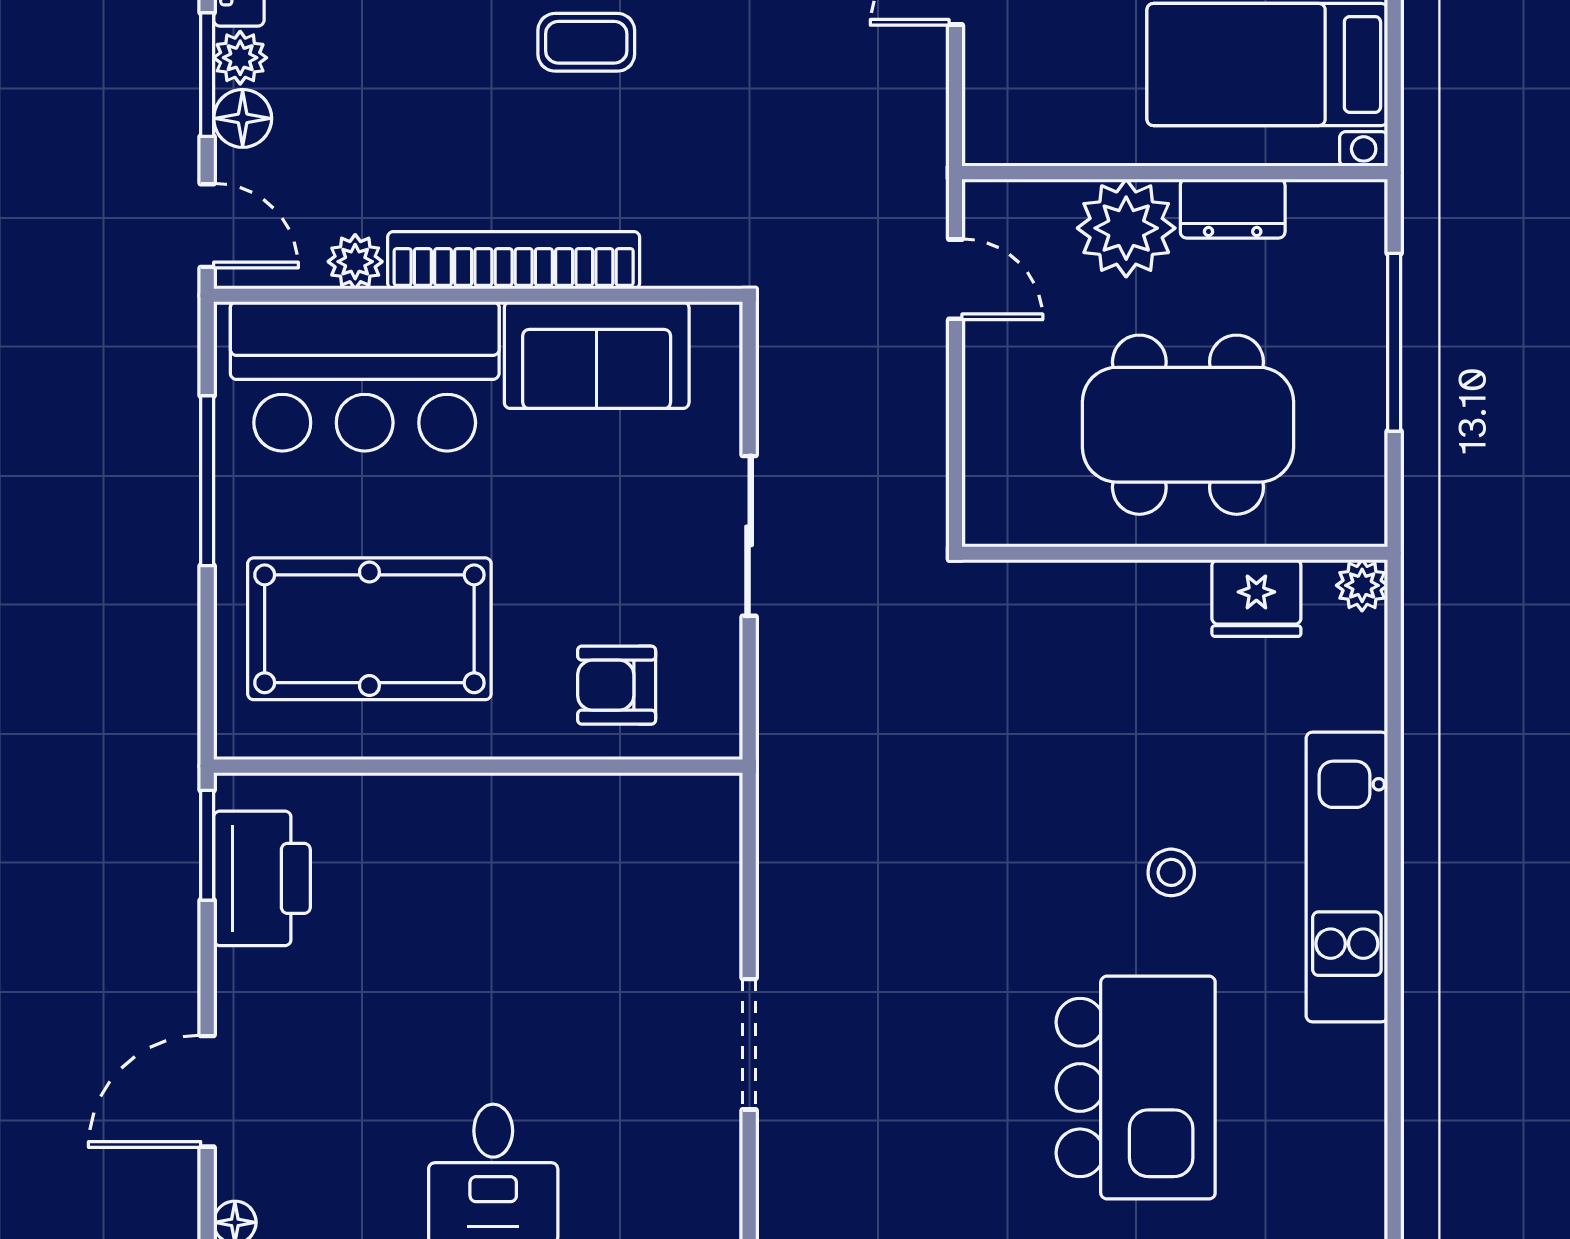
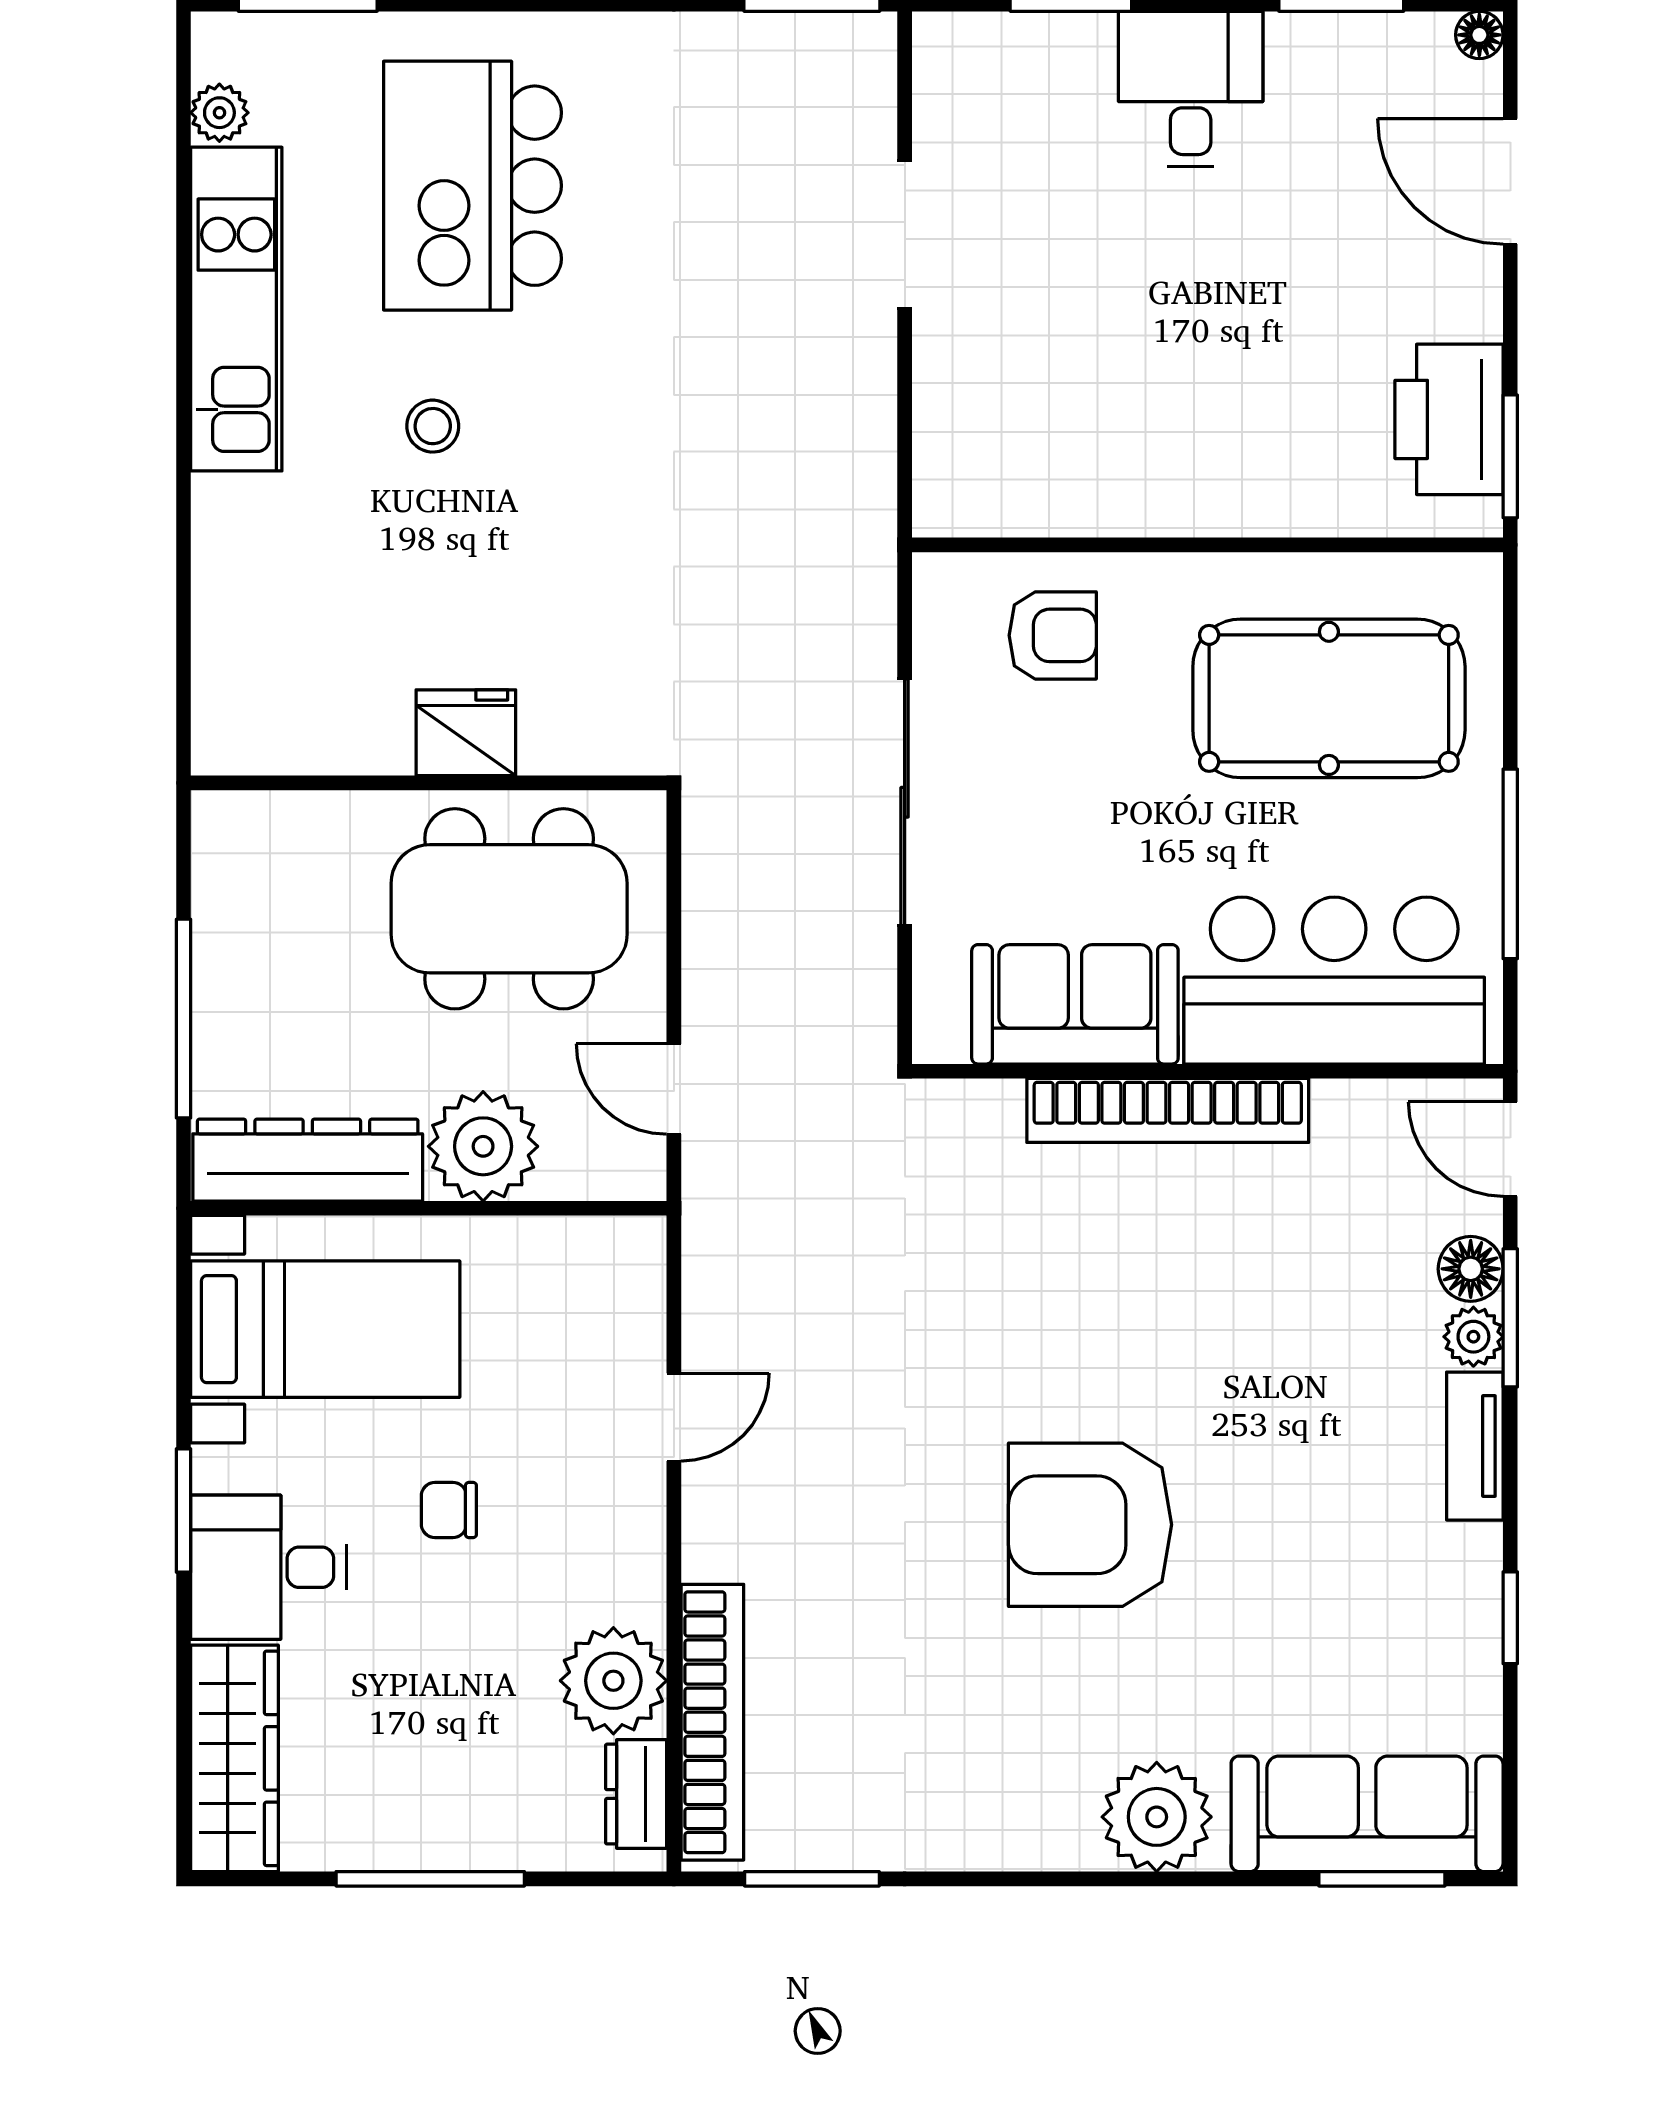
coffee table: (586, 42) -> (1087, 1354), removed
dresser: (1233, 209) -> (308, 1160), width x1.96, depth x1.24
plant: (355, 262) -> (1345, 1109), removed
dining table: (1188, 425) -> (509, 909), moved
sliding door: (749, 536) -> (905, 802), width x1.37
plant: (1362, 585) -> (219, 113), moved
fridge: (1256, 598) -> (466, 733), moved
kitchen unit: (1347, 877) -> (236, 309), moved
door: (207, 1091) -> (1510, 181), swing flipped

